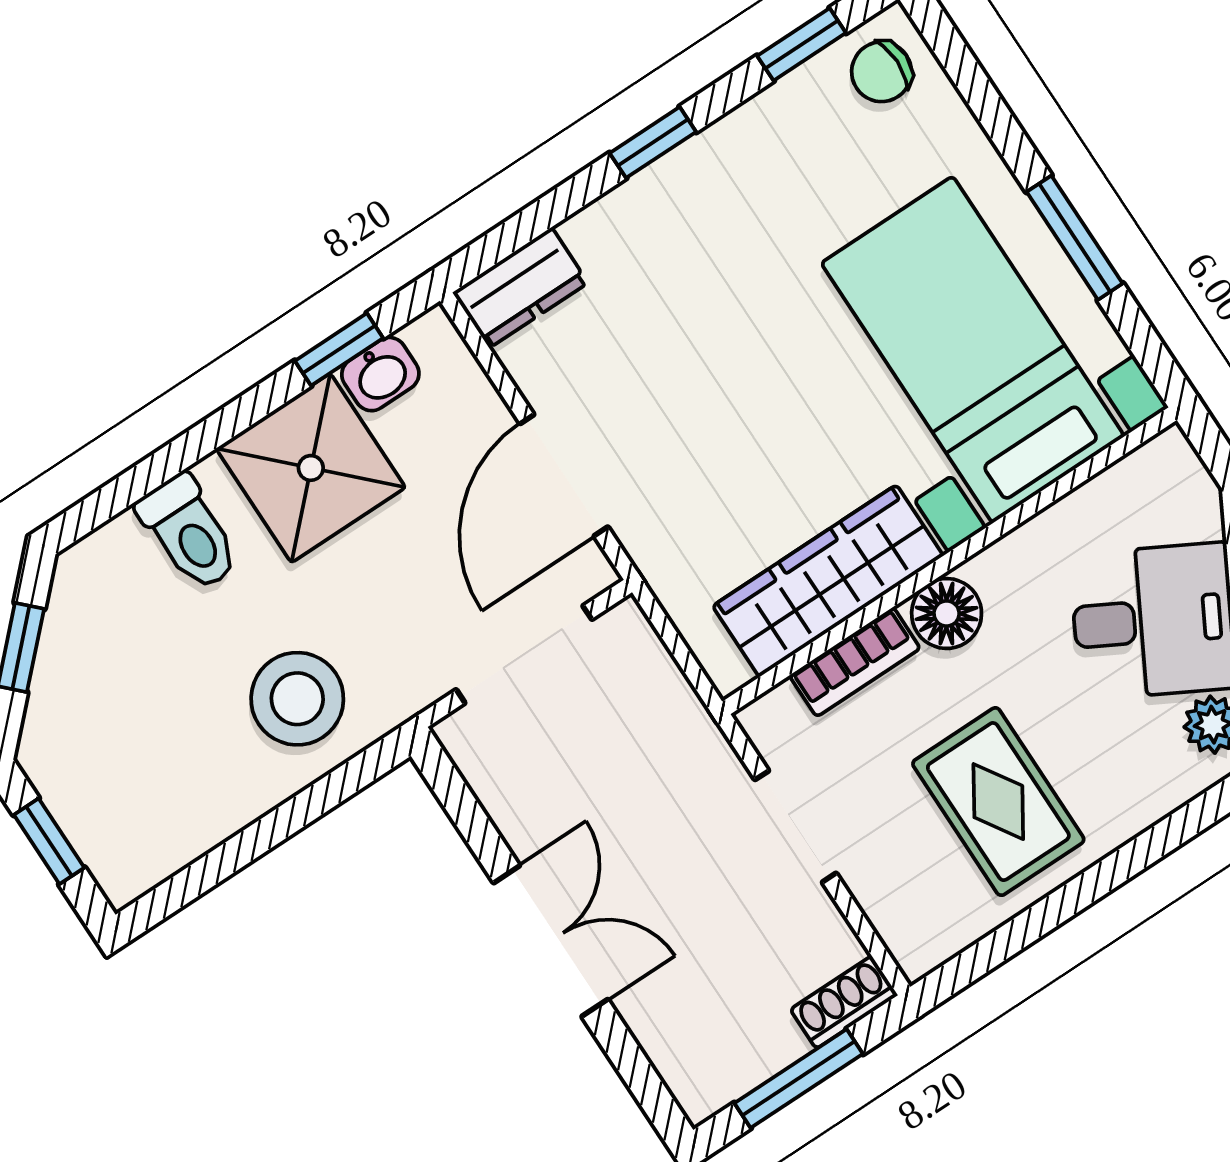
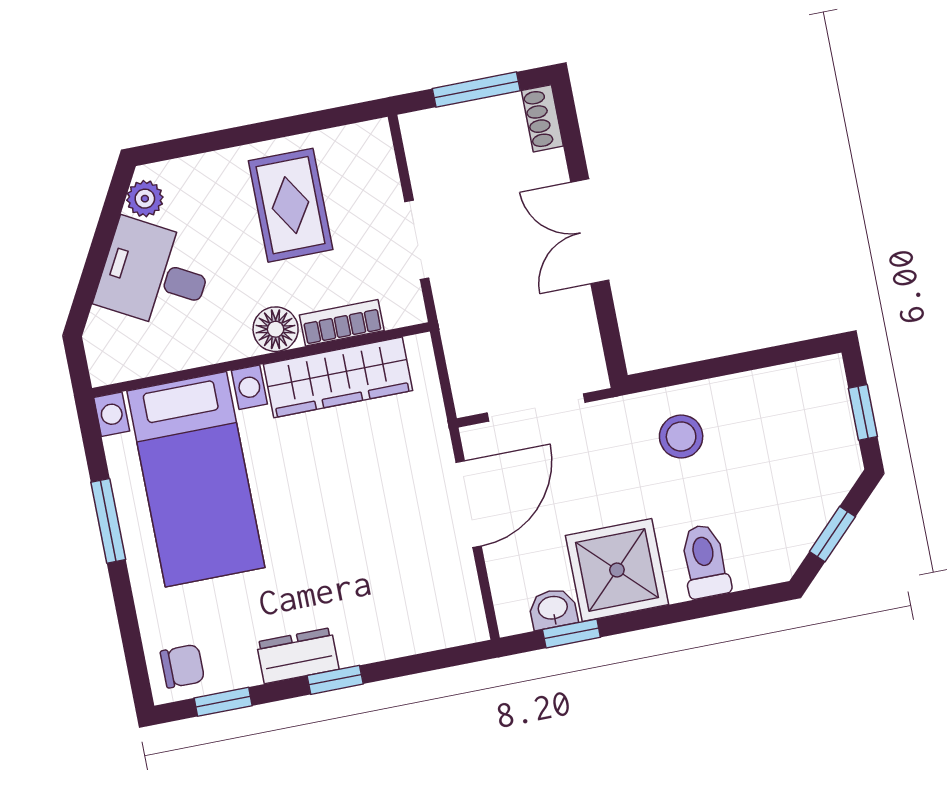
dresser: (520, 288) -> (298, 656), moved
stool: (297, 699) -> (681, 437), width x0.73, depth x0.73
shoe rack: (844, 1002) -> (542, 118), moved, turned 90

